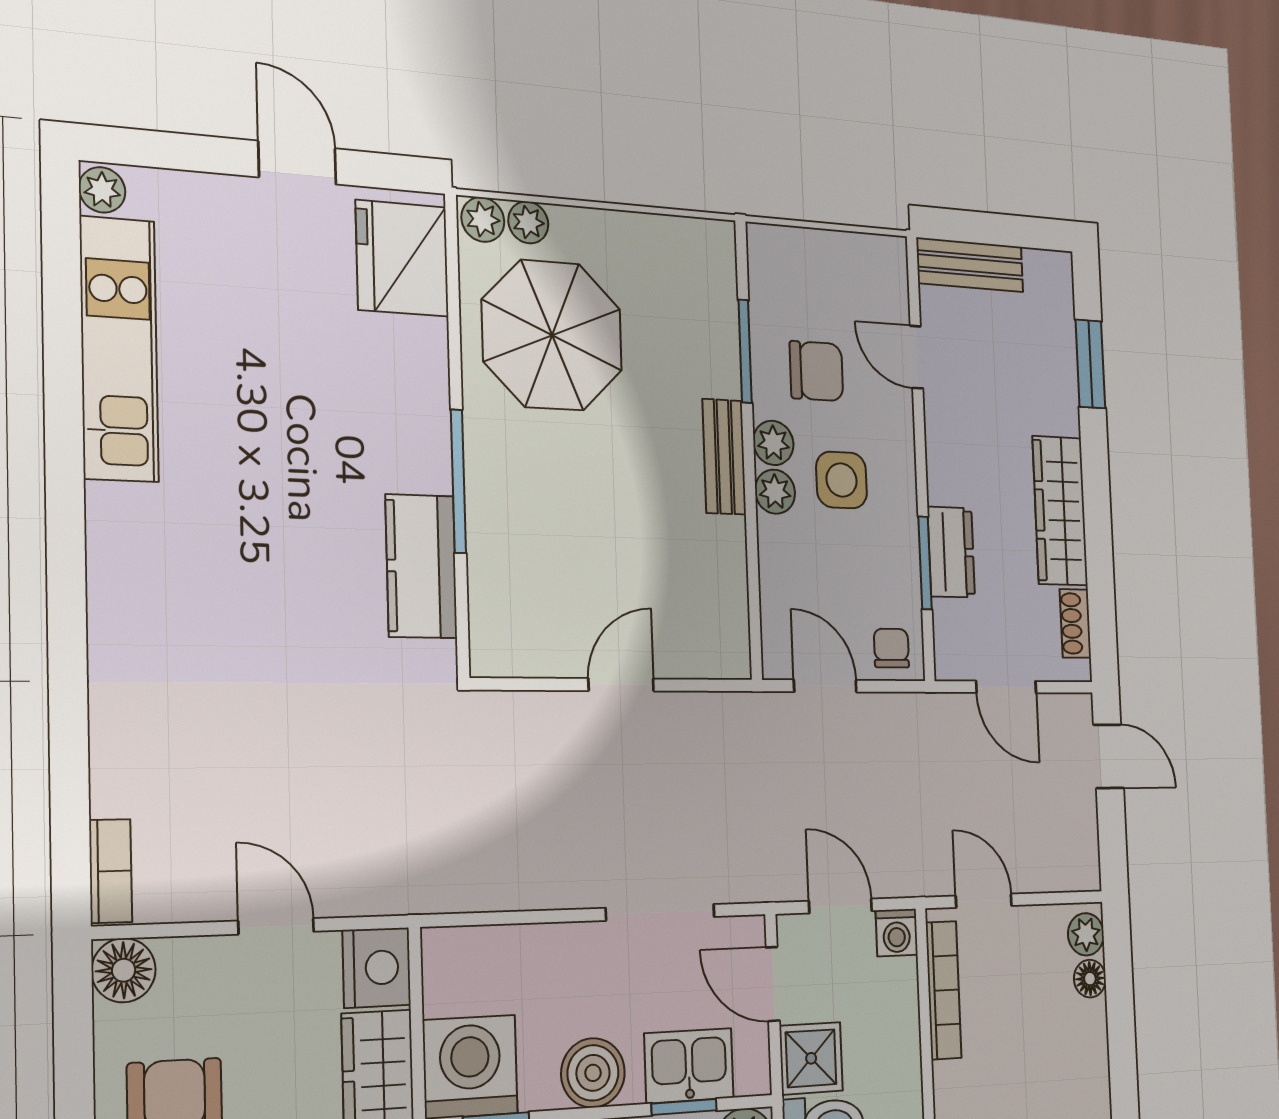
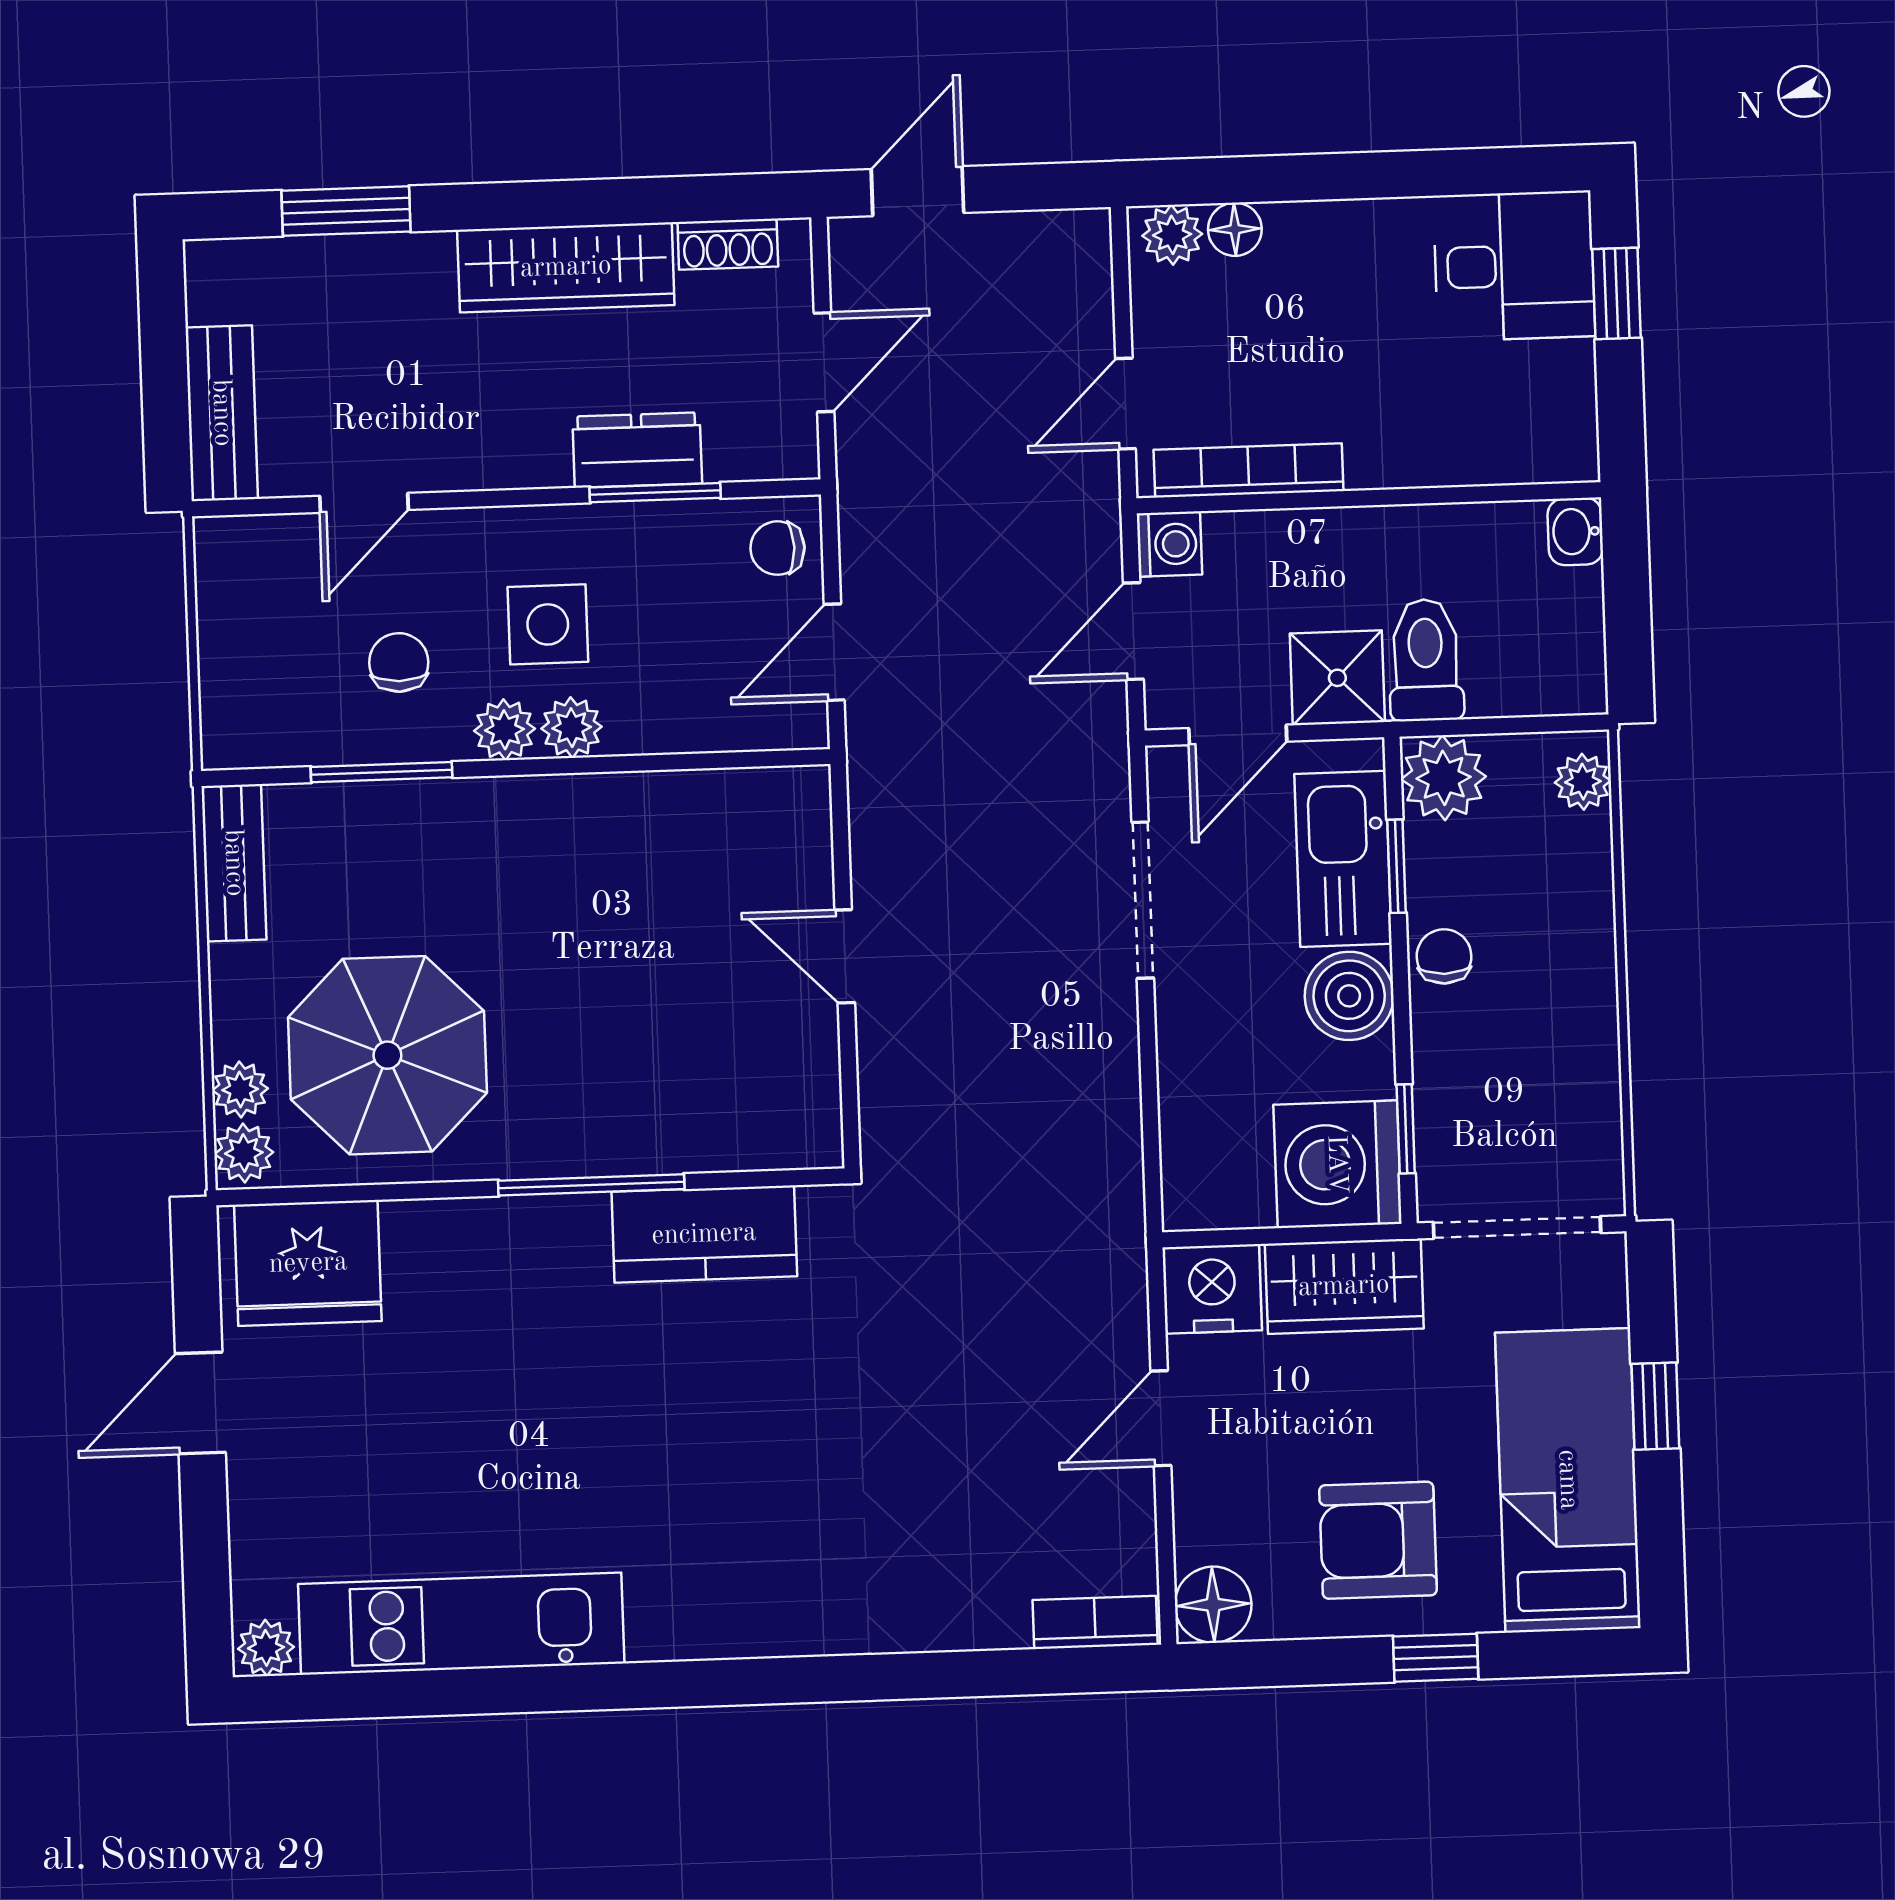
chair: (816, 371) -> (399, 662), width x0.73, depth x0.73
bench: (724, 457) -> (234, 863), moved, turned 90
kitchen sink: (689, 1066) -> (1343, 859), width x1.38

